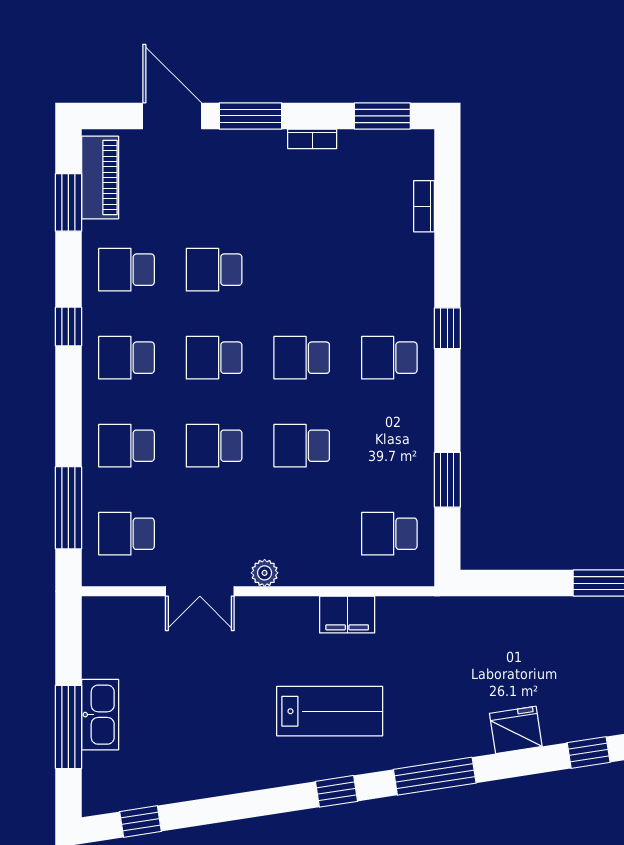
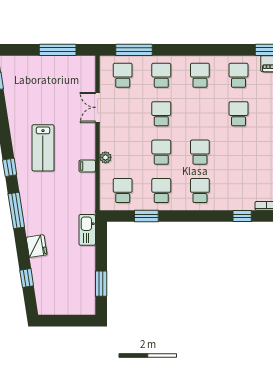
window: (68, 327) -> (214, 50), removed
window: (447, 328) -> (242, 216), moved
school desk: (214, 358) -> (161, 191), moved
plant: (265, 573) -> (105, 157), moved
filing cabinet: (347, 614) -> (87, 166), width x0.50
lab bench: (330, 711) -> (43, 148), moved
kitchen sink: (100, 715) -> (87, 230), moved, turned 90
window: (68, 727) -> (58, 50), moved

